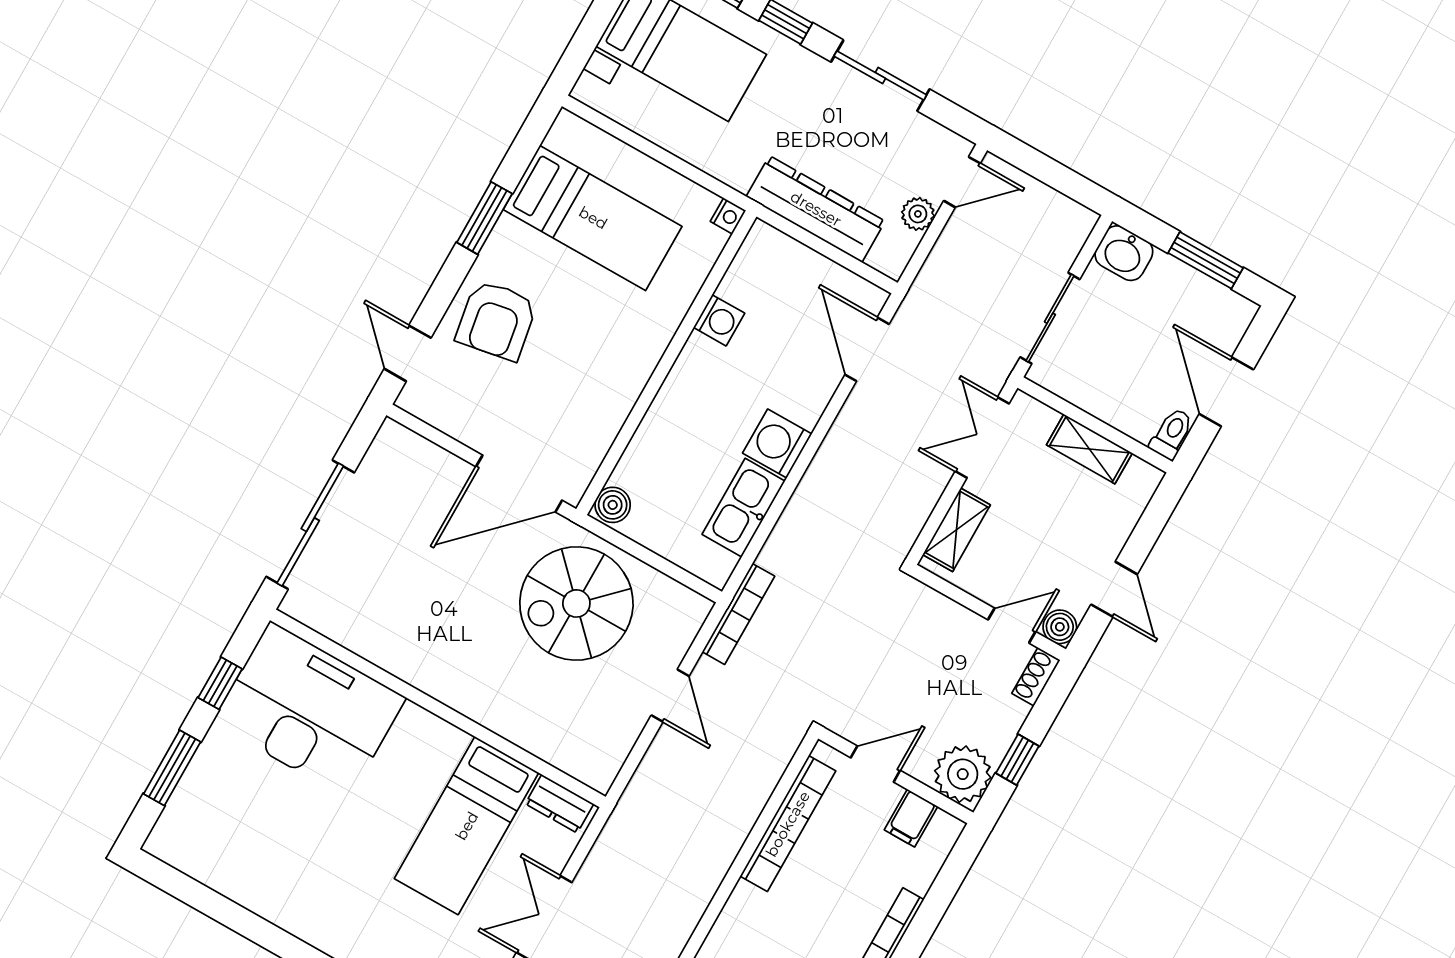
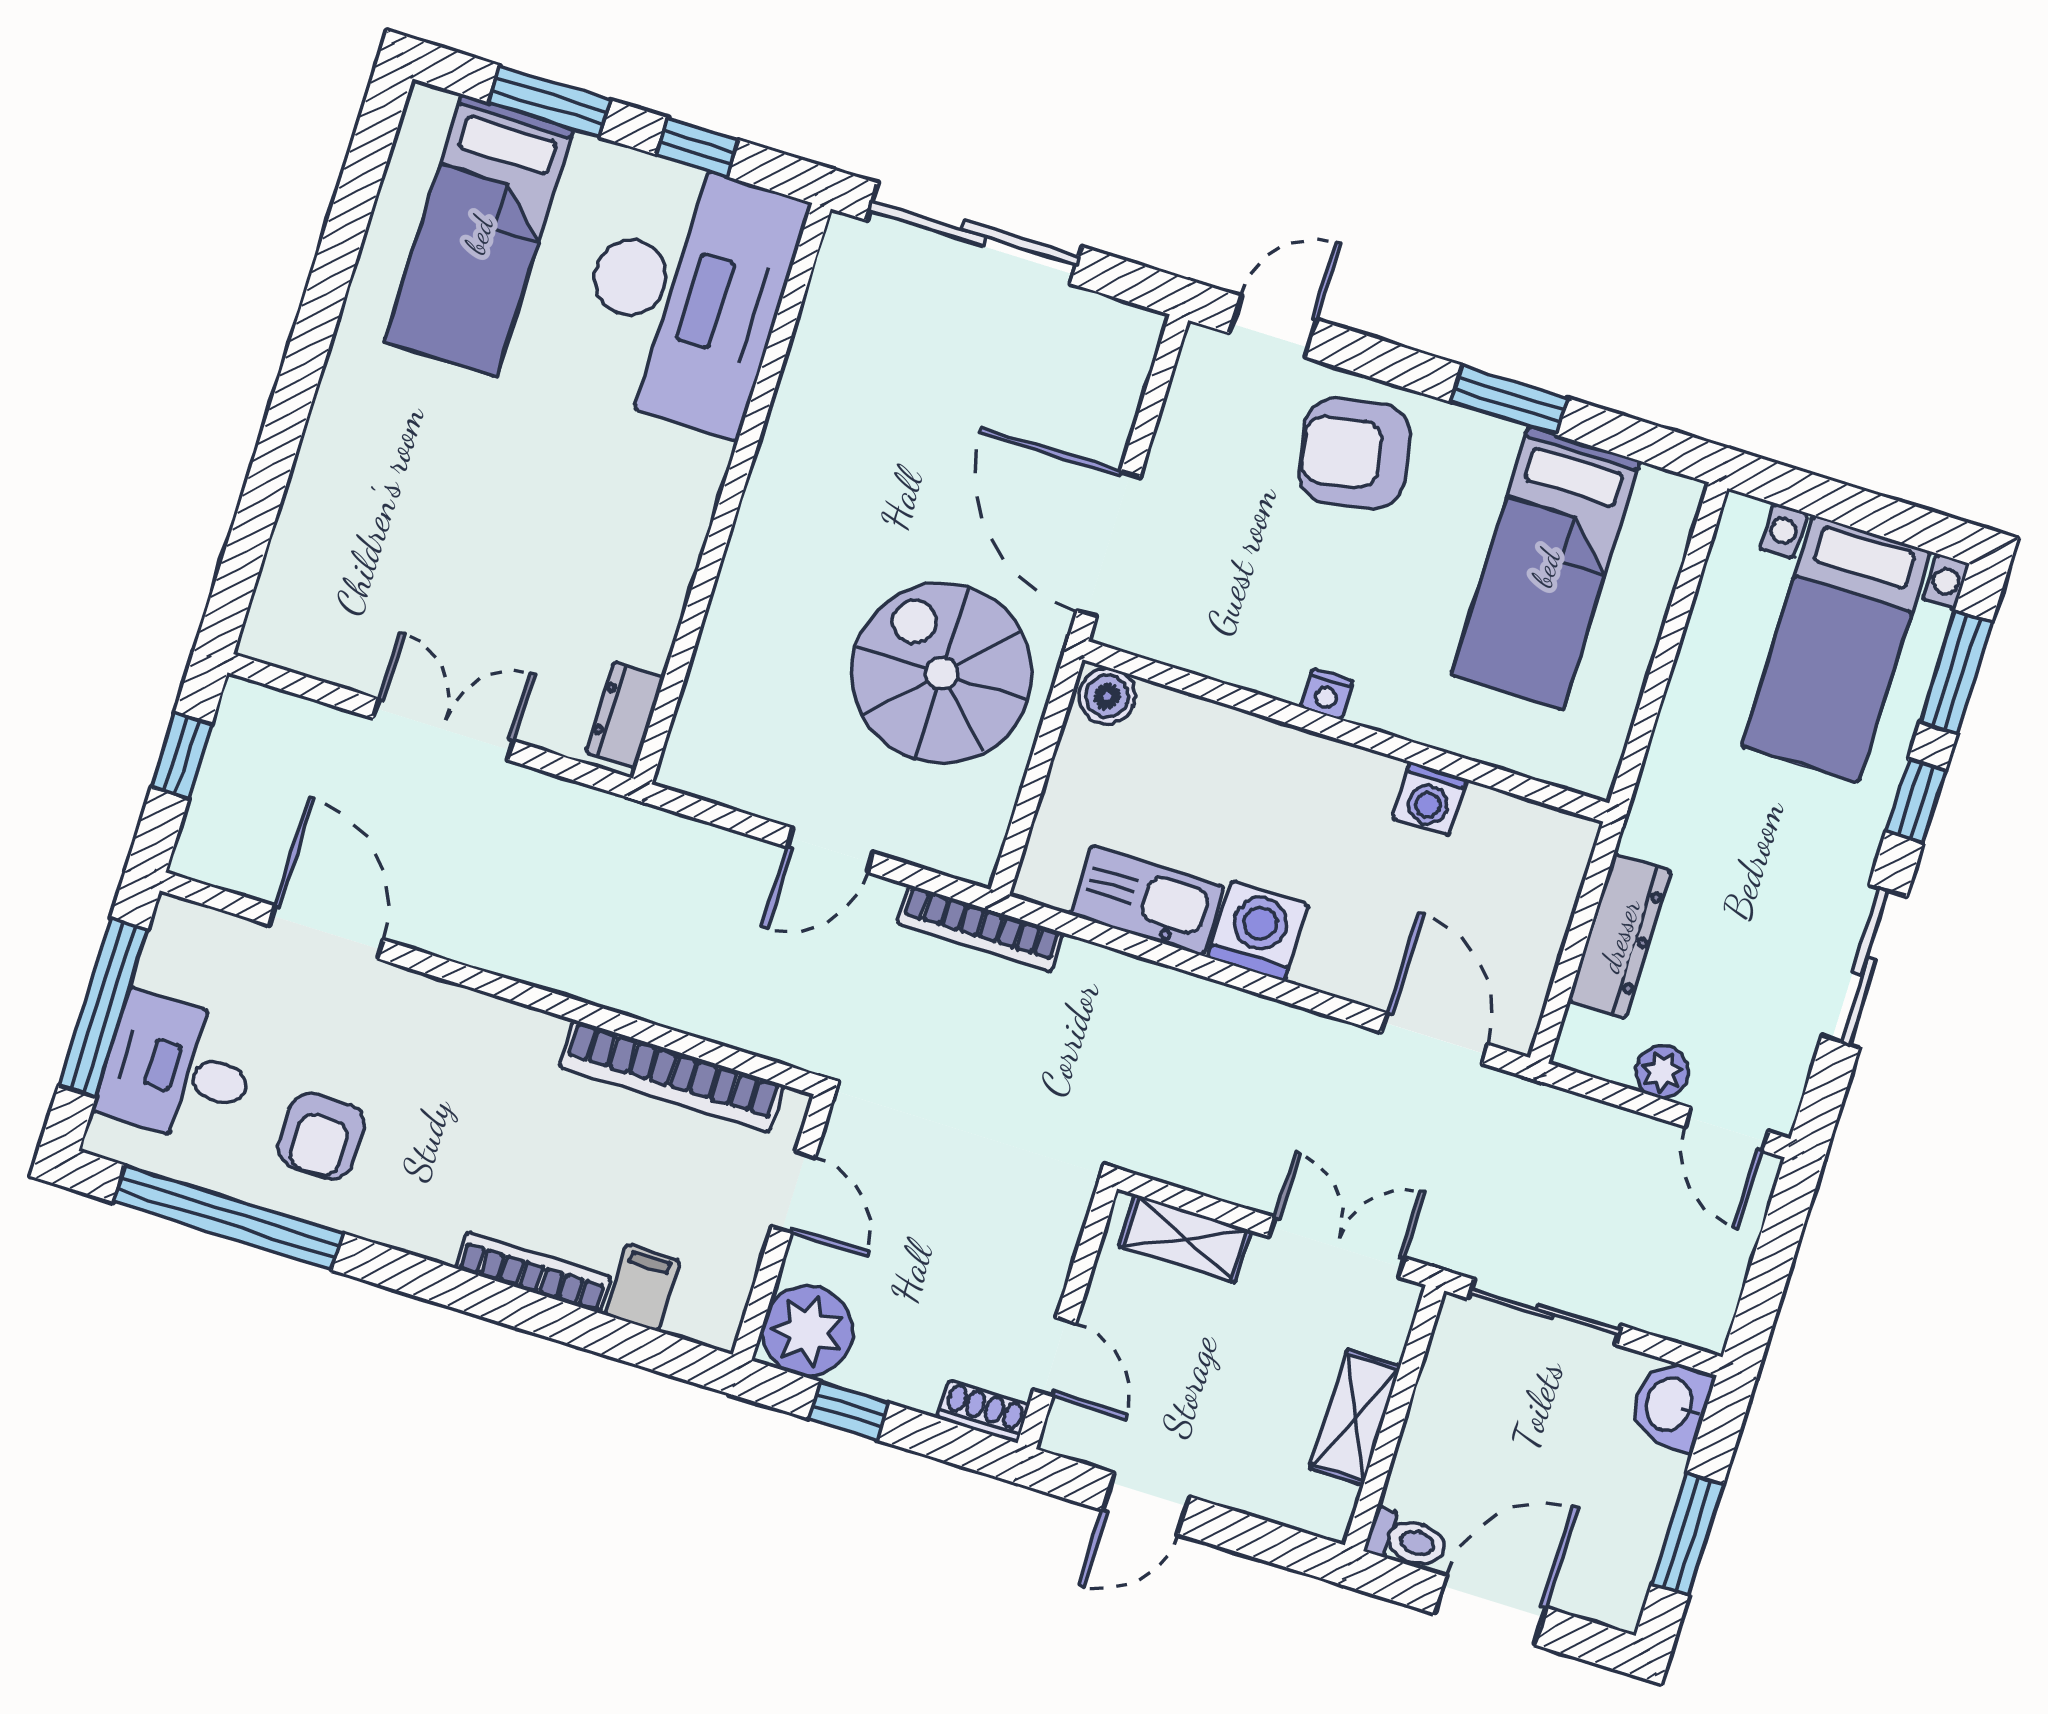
dresser: (816, 209) -> (1620, 936), width x0.73, depth x0.80
nightstand: (728, 216) -> (1327, 694), moved
door: (867, 349) -> (1435, 1038), hinge flipped
boiler: (1060, 627) -> (1069, 1432), removed
filing cabinet: (911, 818) -> (642, 1288), moved, turned 90
bed: (467, 826) -> (479, 235), moved, turned -90

